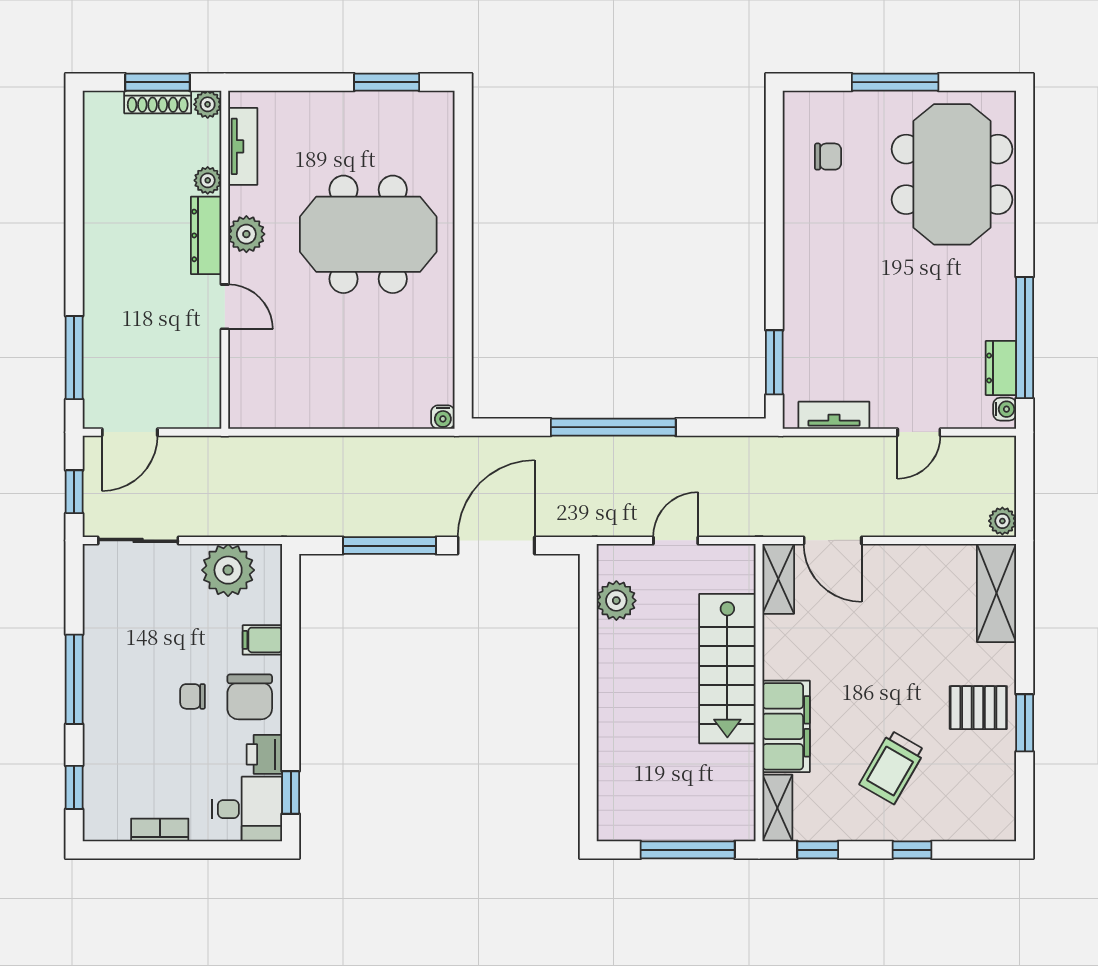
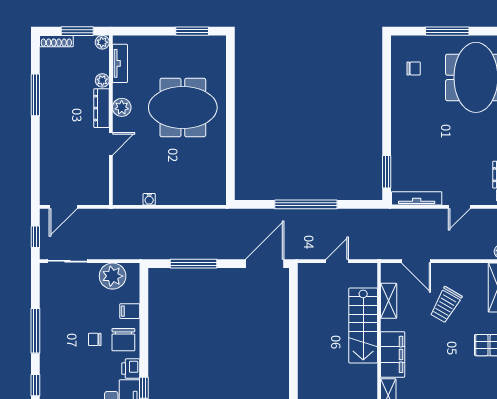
shoe rack: (158, 102) -> (56, 41), moved
door: (225, 307) -> (111, 144), hinge flipped
window: (74, 358) -> (35, 95), moved
tv unit: (834, 415) -> (417, 198), width x1.41
water cooler: (443, 417) -> (149, 199), moved
door: (496, 546) -> (265, 264), moved
shelving: (778, 579) -> (389, 301), moved
plant: (616, 601) -> (307, 291), removed
trolley: (892, 767) -> (446, 305), moved

